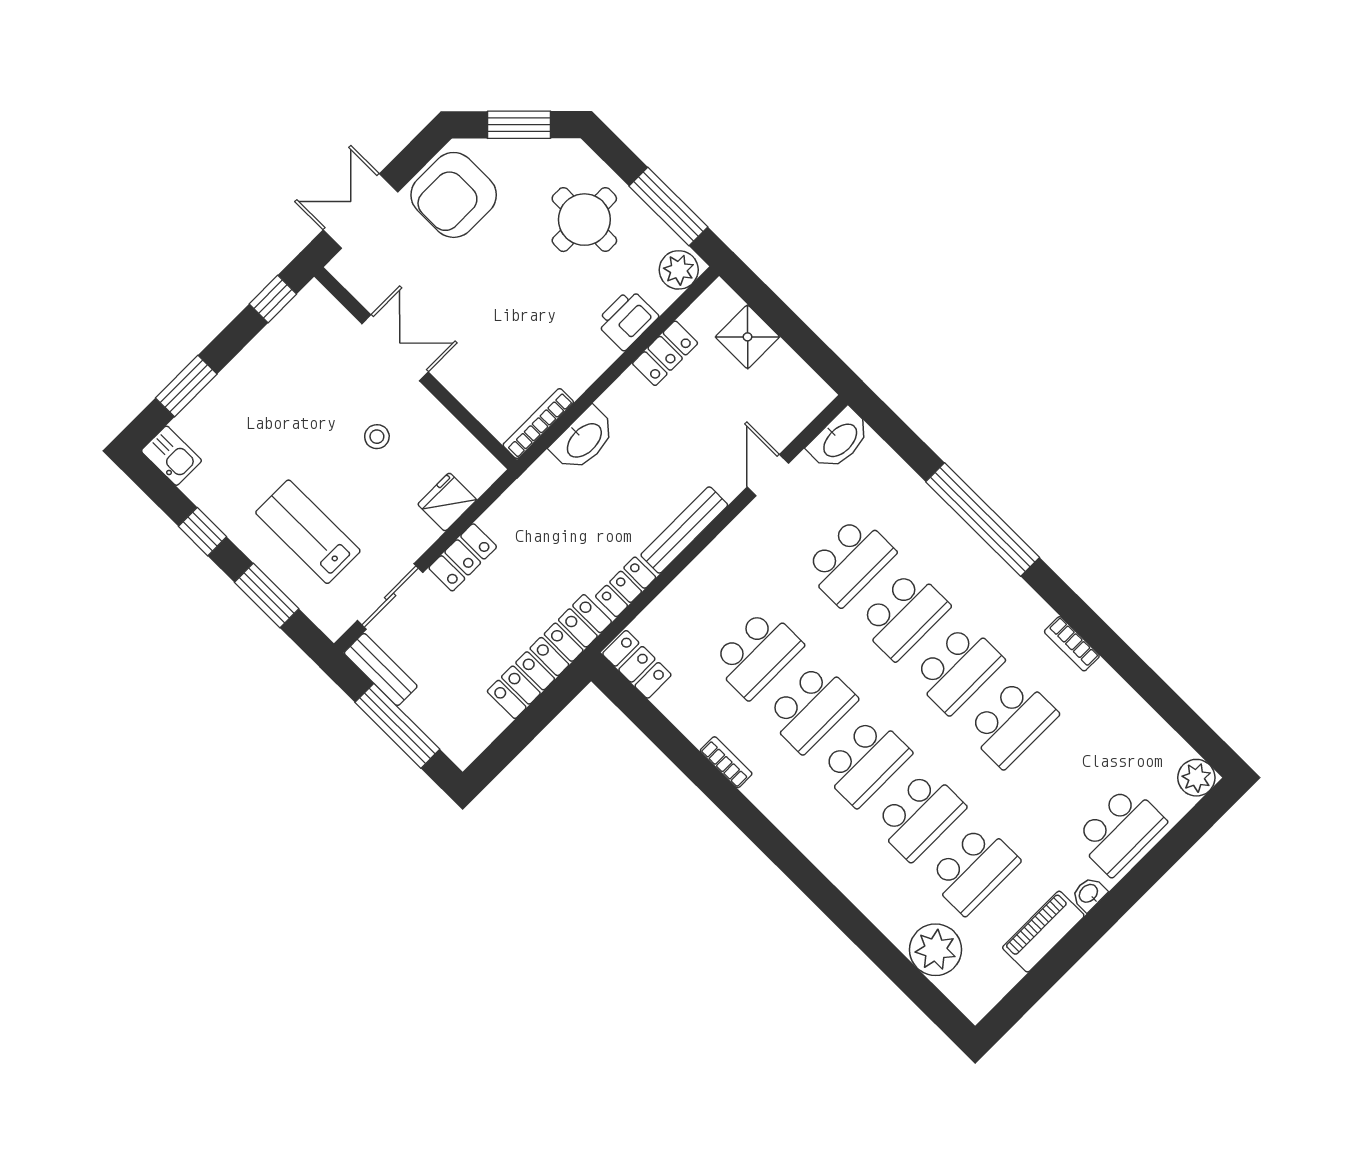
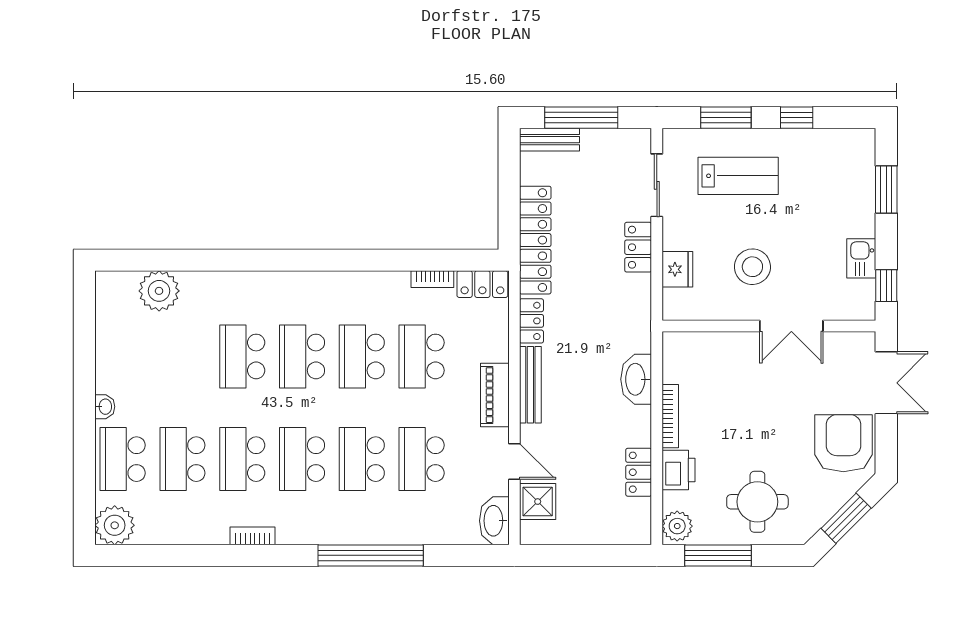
shower: (747, 337) -> (538, 502), moved
bookcase: (538, 424) -> (670, 416), moved
stool: (377, 437) -> (752, 267), width x1.89, depth x1.89
kitchen sink: (171, 456) -> (861, 258), moved, turned 90
bench: (381, 670) -> (549, 140), moved
bookcase: (726, 762) -> (432, 279), moved
plant: (1196, 778) -> (115, 525), width x1.36, depth x1.36
school desk: (973, 869) -> (182, 459), moved
piano: (1043, 932) -> (495, 395), moved, turned 180

